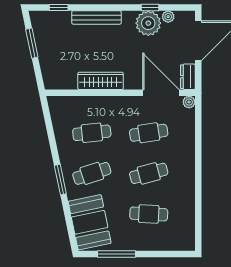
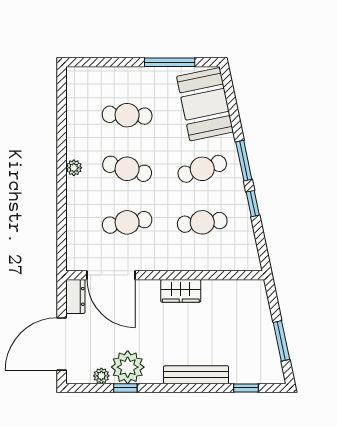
wardrobe: (101, 81) -> (181, 291), width x0.67
plant: (189, 102) -> (74, 168), moved
window: (54, 147) -> (253, 204), added
cafe table: (149, 173) -> (127, 169), turned 30

